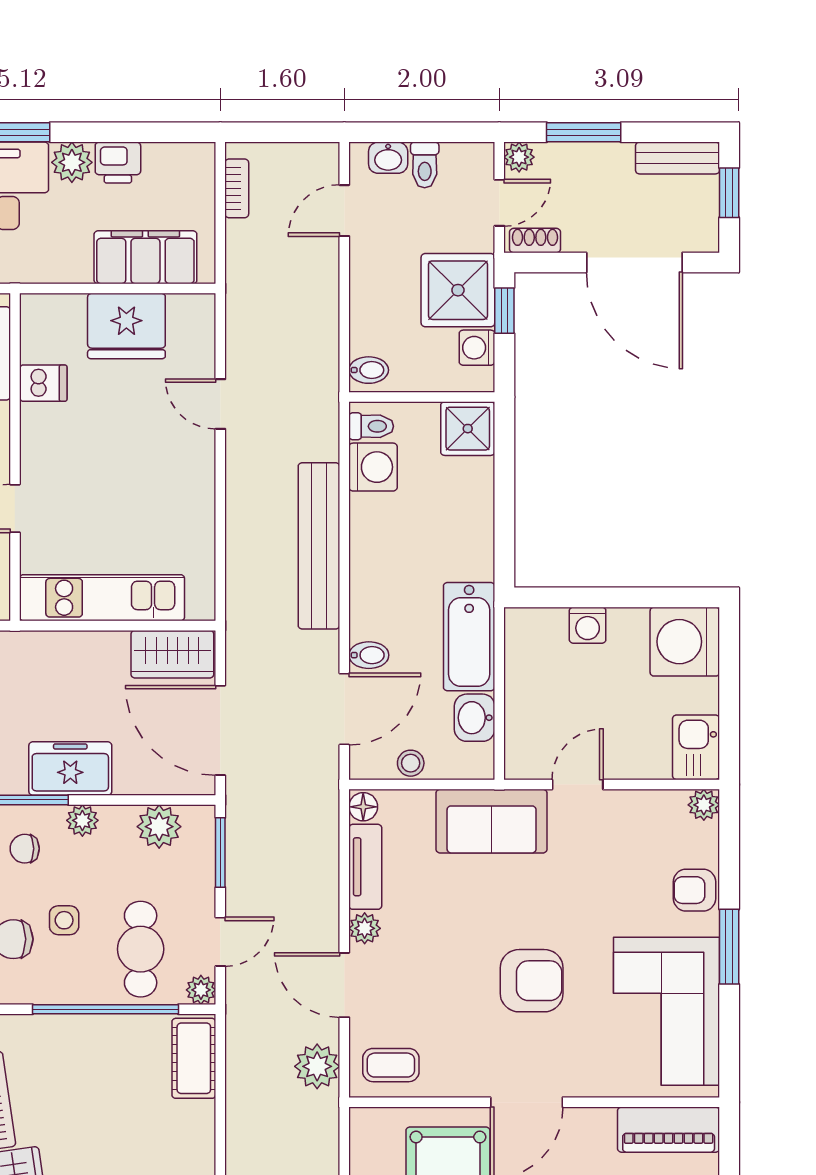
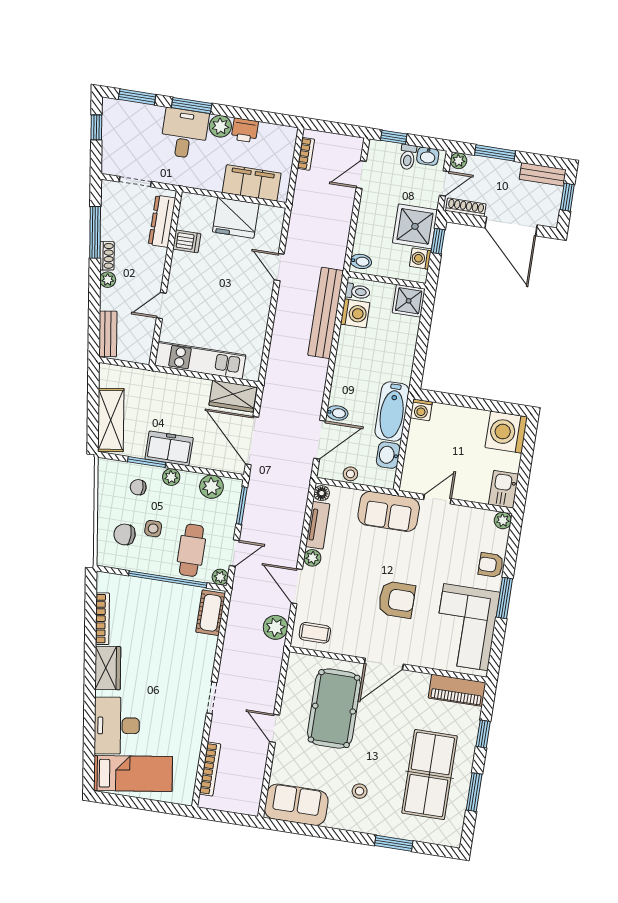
window: (393, 132) -> (394, 137), added
washbasin: (388, 158) -> (428, 156), moved
shoe rack: (535, 241) -> (466, 207), width x1.43
bench: (319, 546) -> (326, 313), moved
washing machine: (588, 625) -> (421, 410), moved

